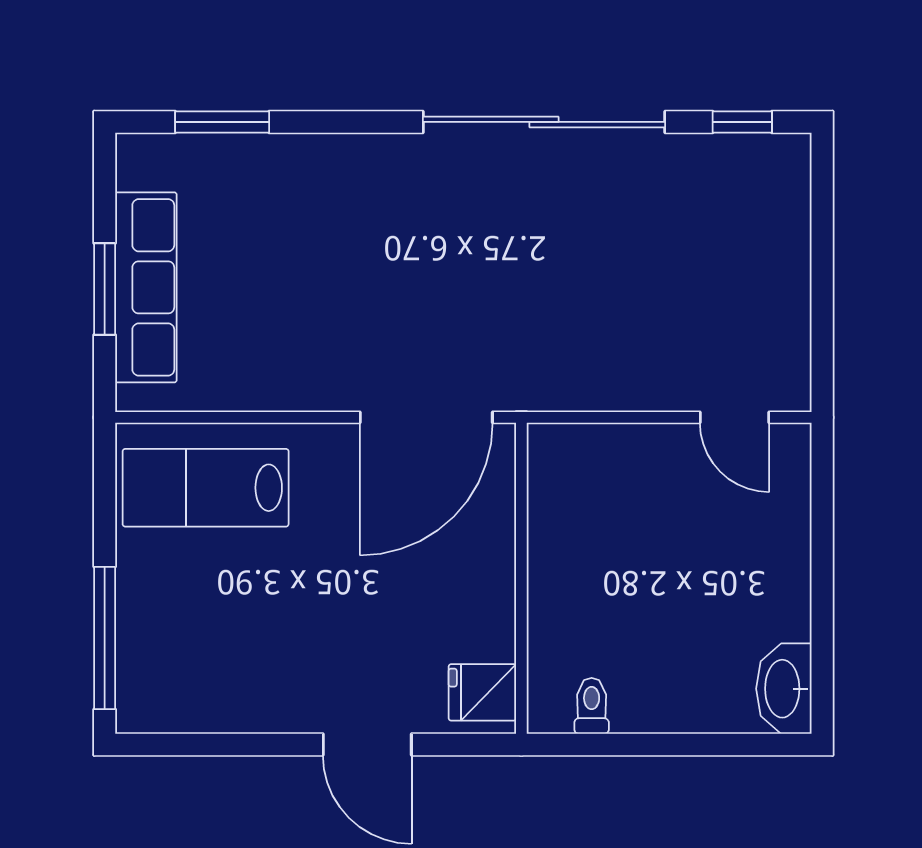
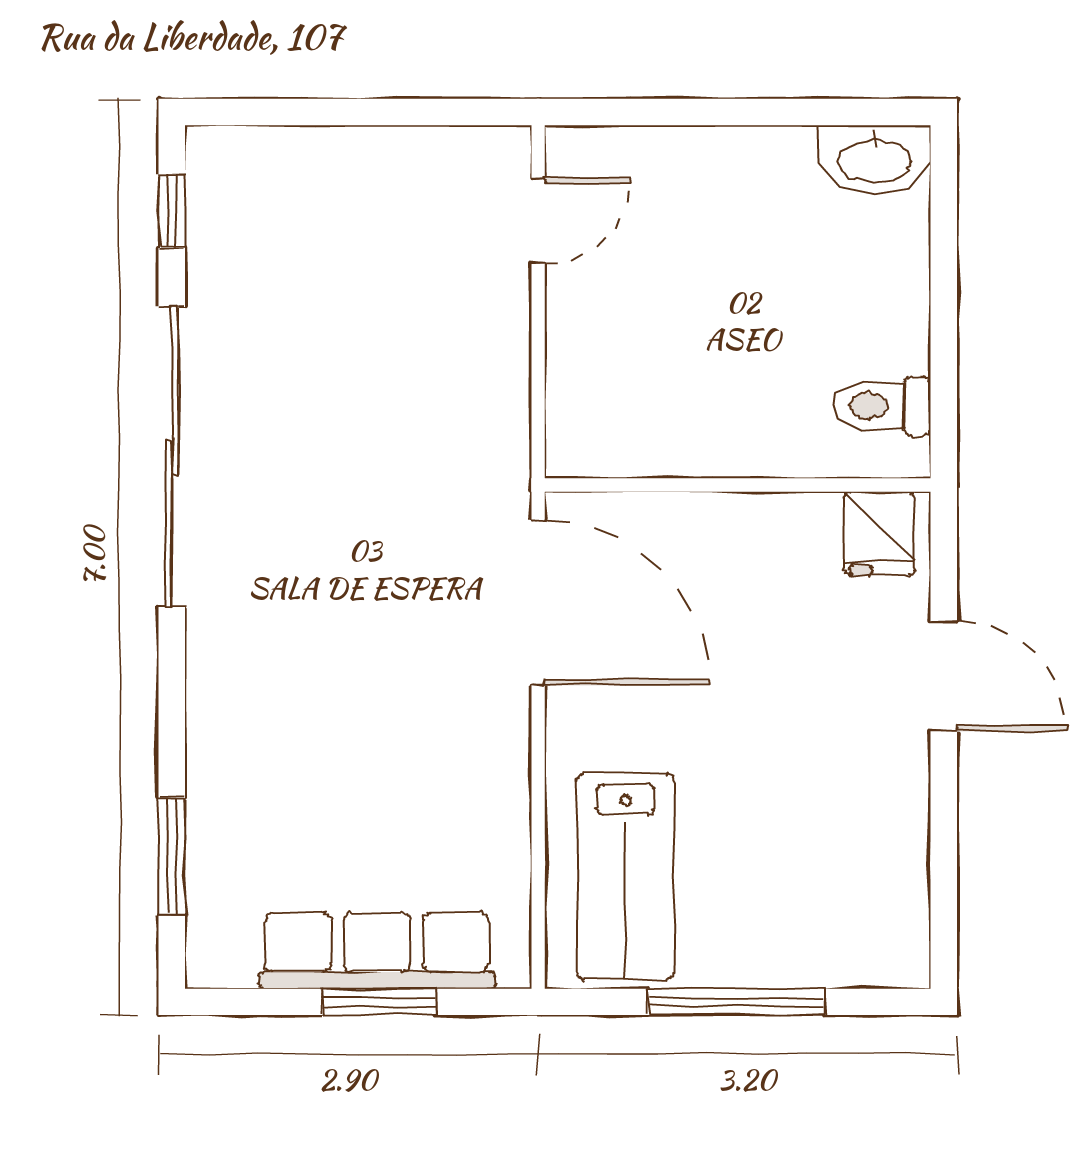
window: (105, 638) -> (736, 1002), moved
toilet: (592, 706) -> (882, 406), width x1.37, depth x1.39
door: (367, 744) -> (944, 676), hinge flipped

